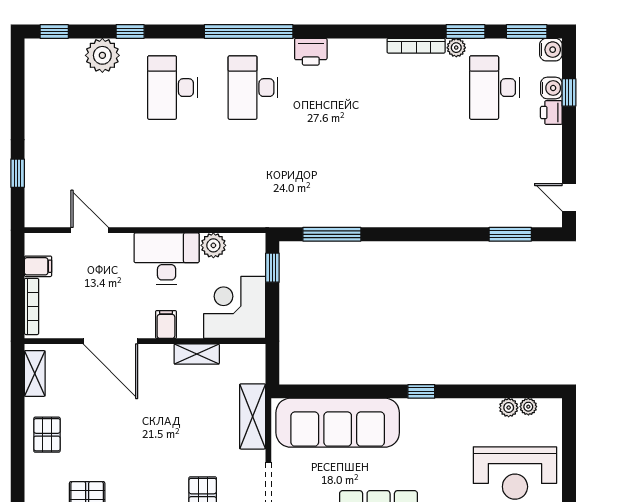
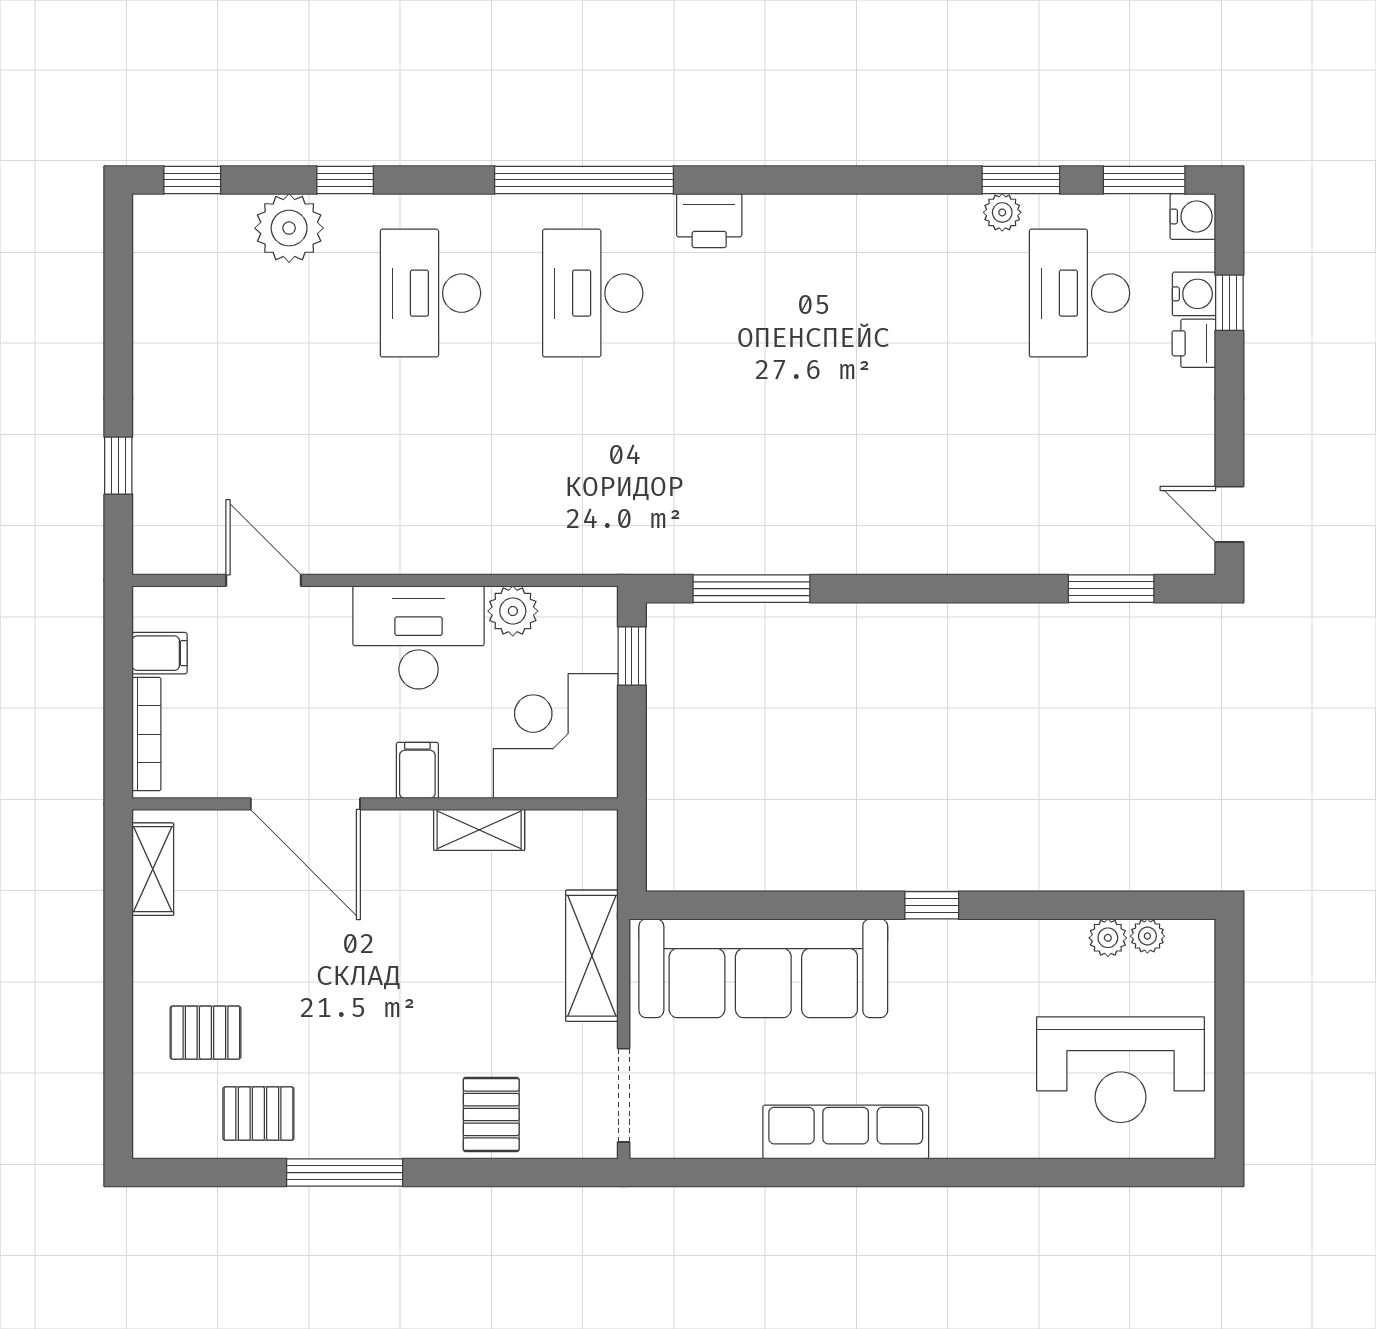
bookcase: (416, 46) -> (921, 209), removed
pallet: (47, 435) -> (205, 1033), moved, turned 90

